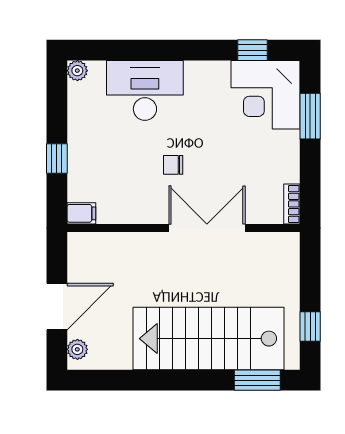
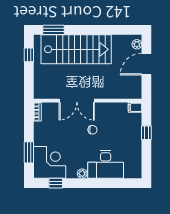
plant: (77, 71) -> (82, 174), moved

